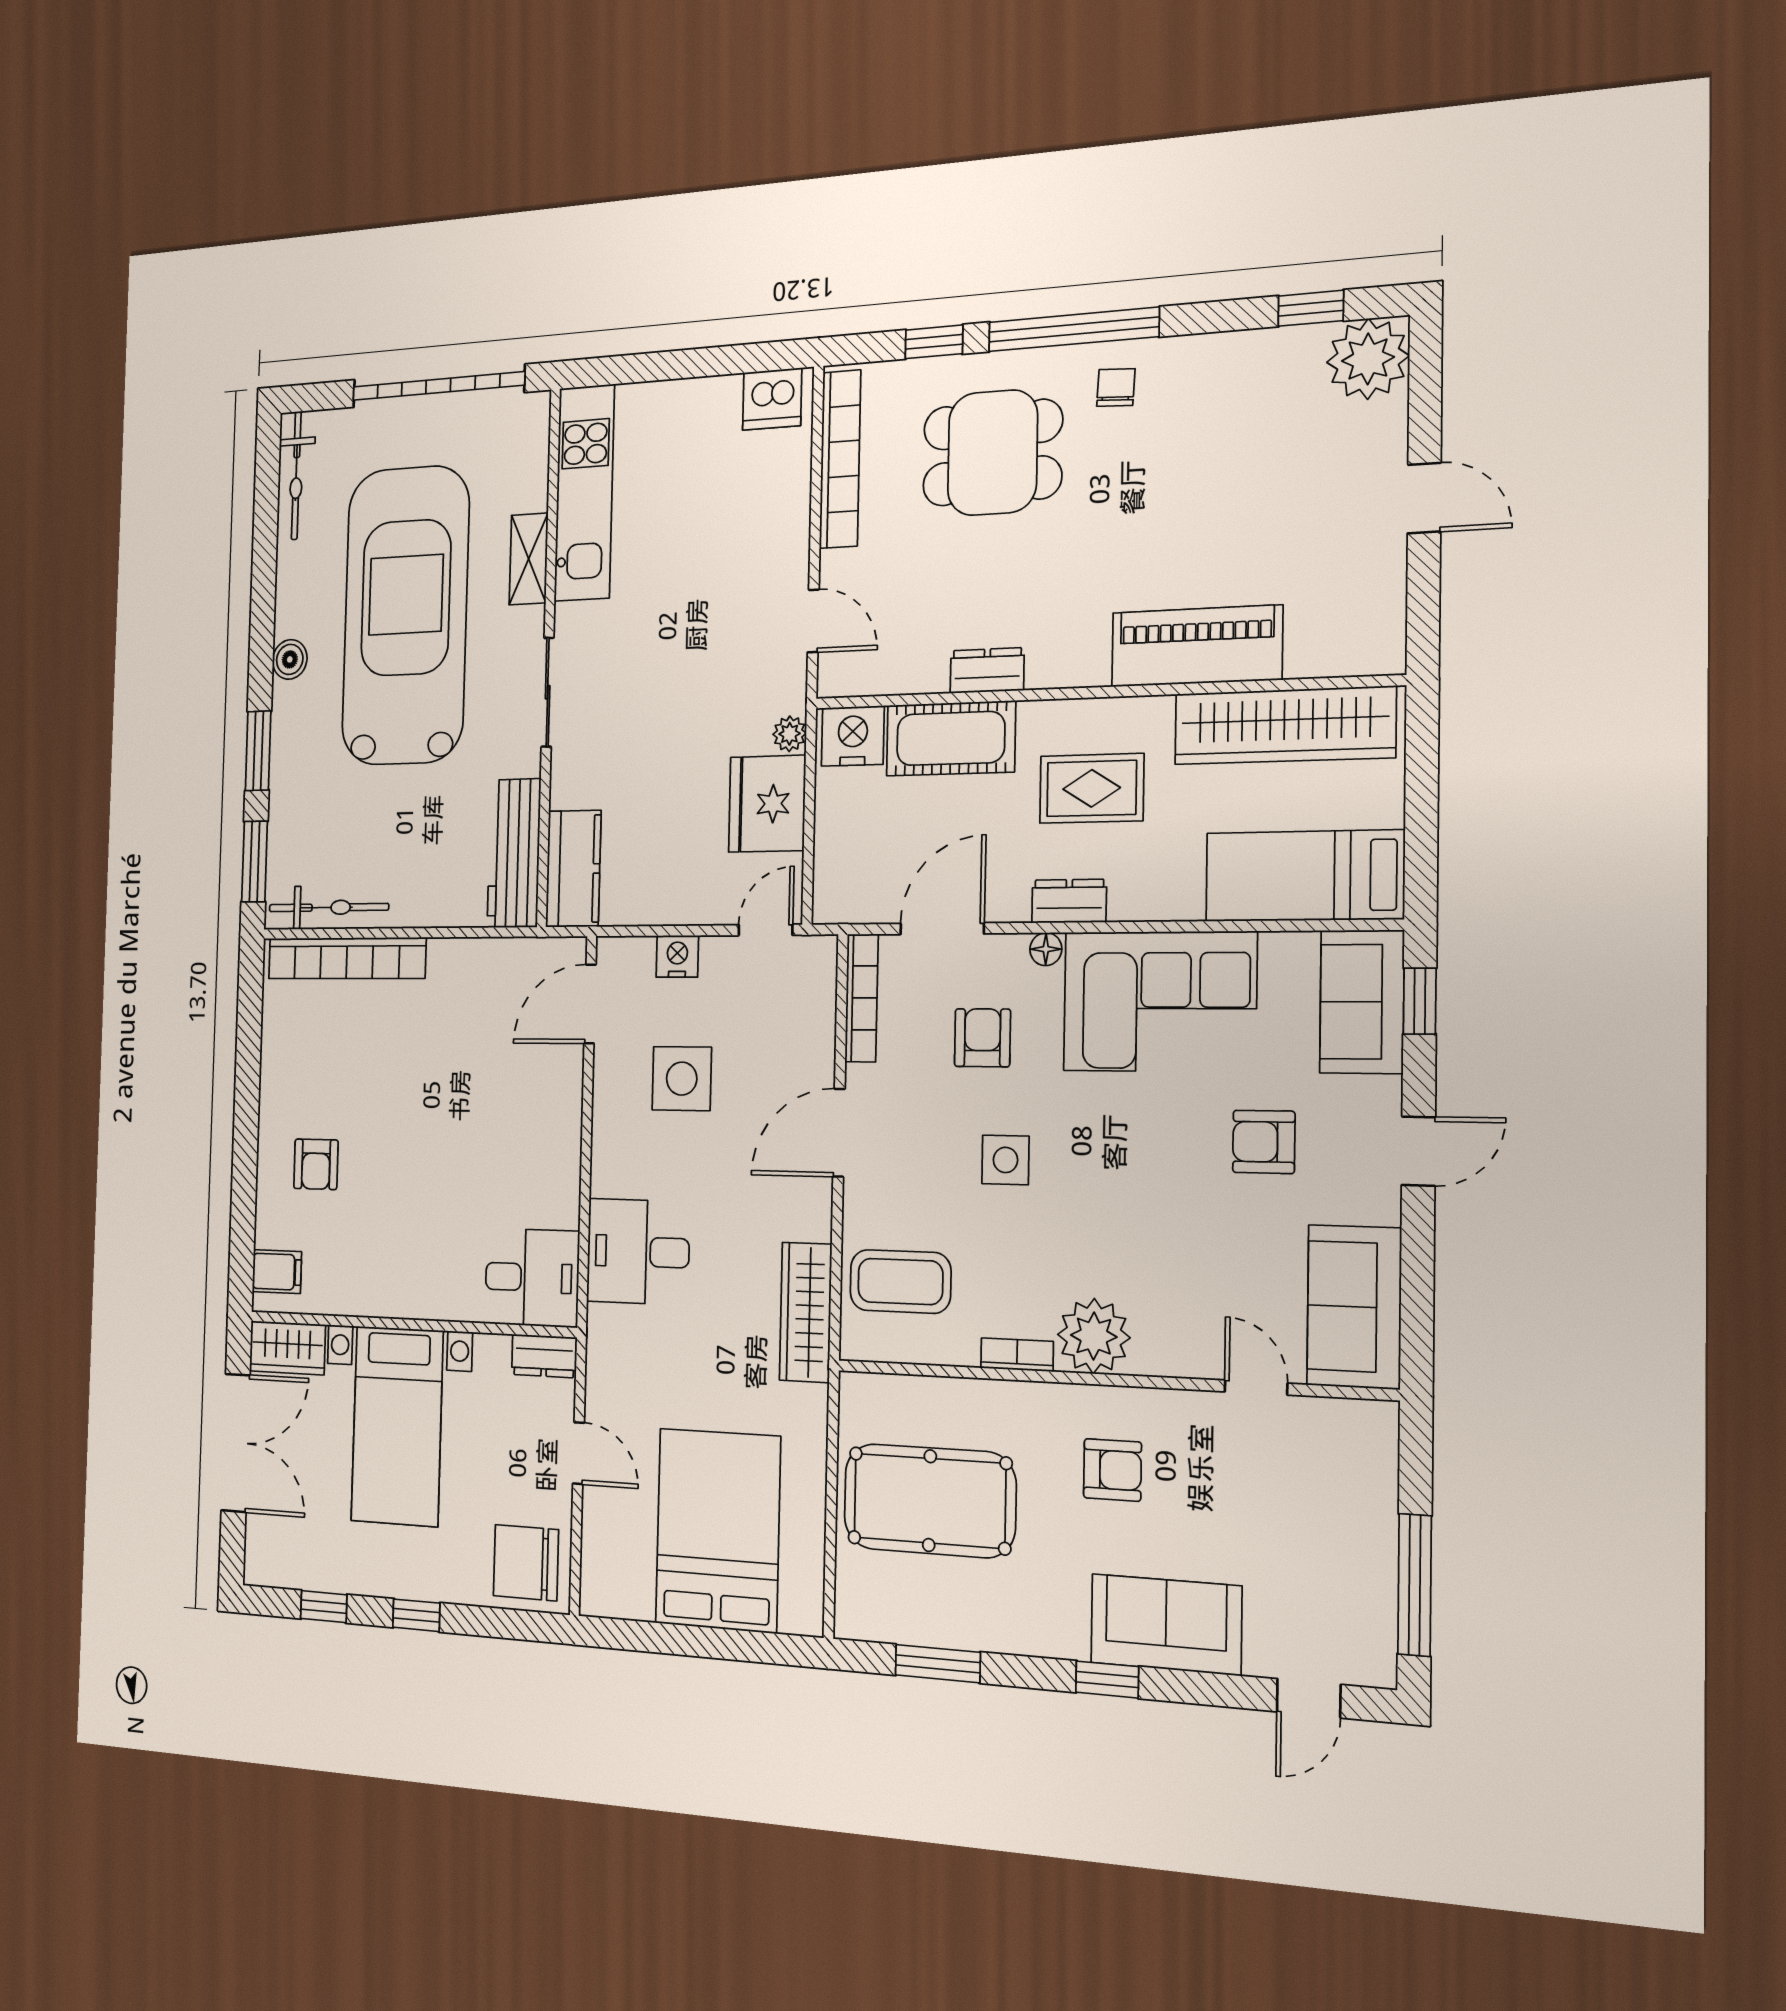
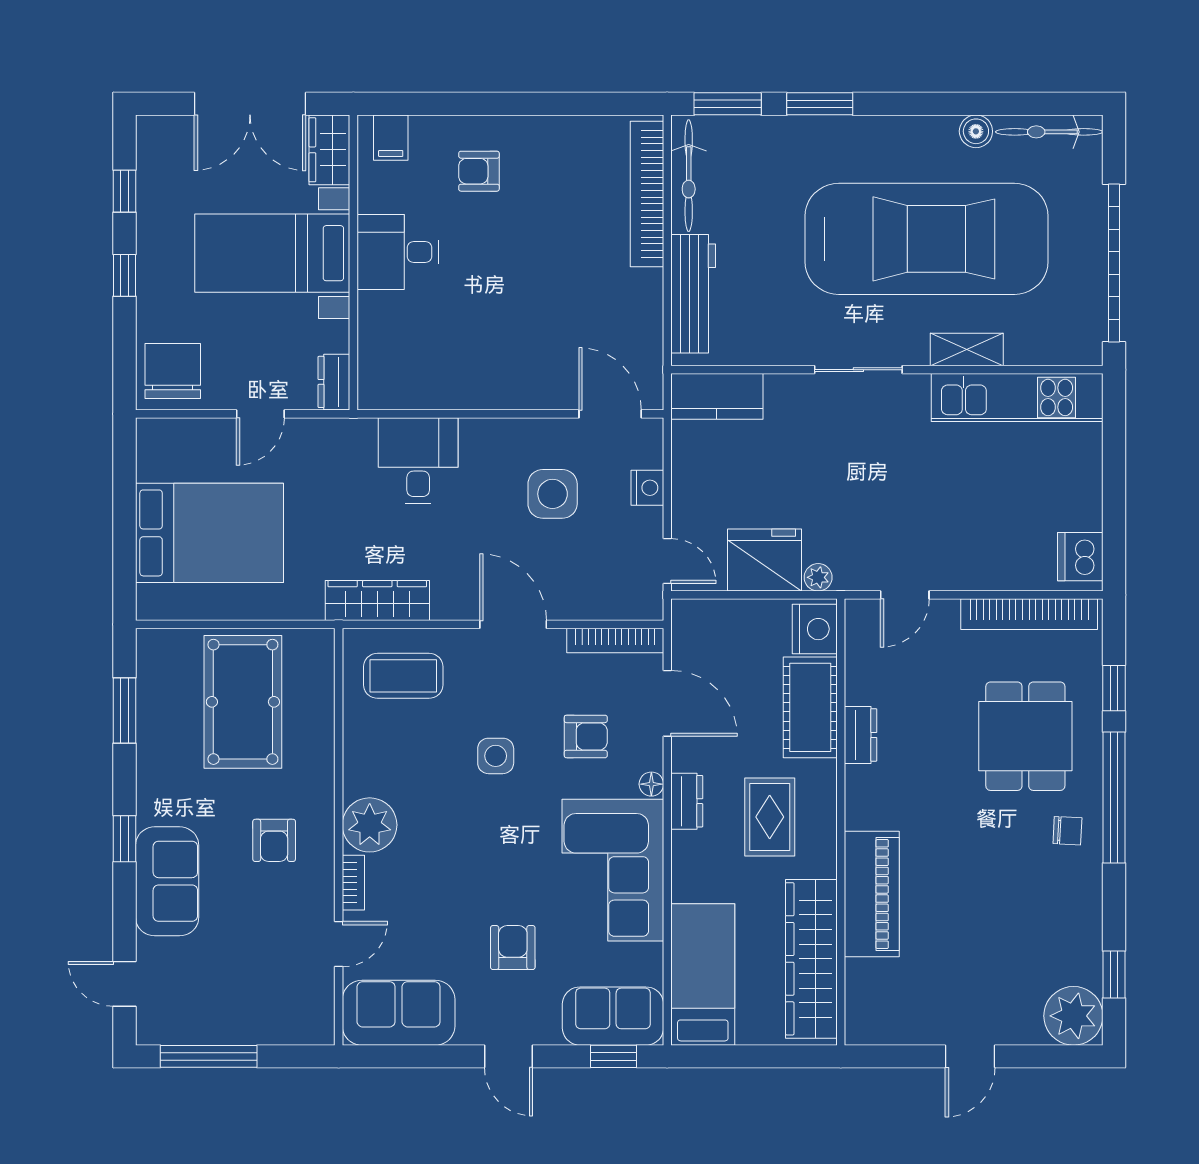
boiler: (290, 659) -> (976, 131), moved
workbench: (514, 853) -> (693, 294), moved, turned 90
desk: (532, 1278) -> (398, 252), moved, turned 90
coffee table: (900, 1282) -> (403, 676), turned 90
bookcase: (1017, 1355) -> (353, 883), moved

